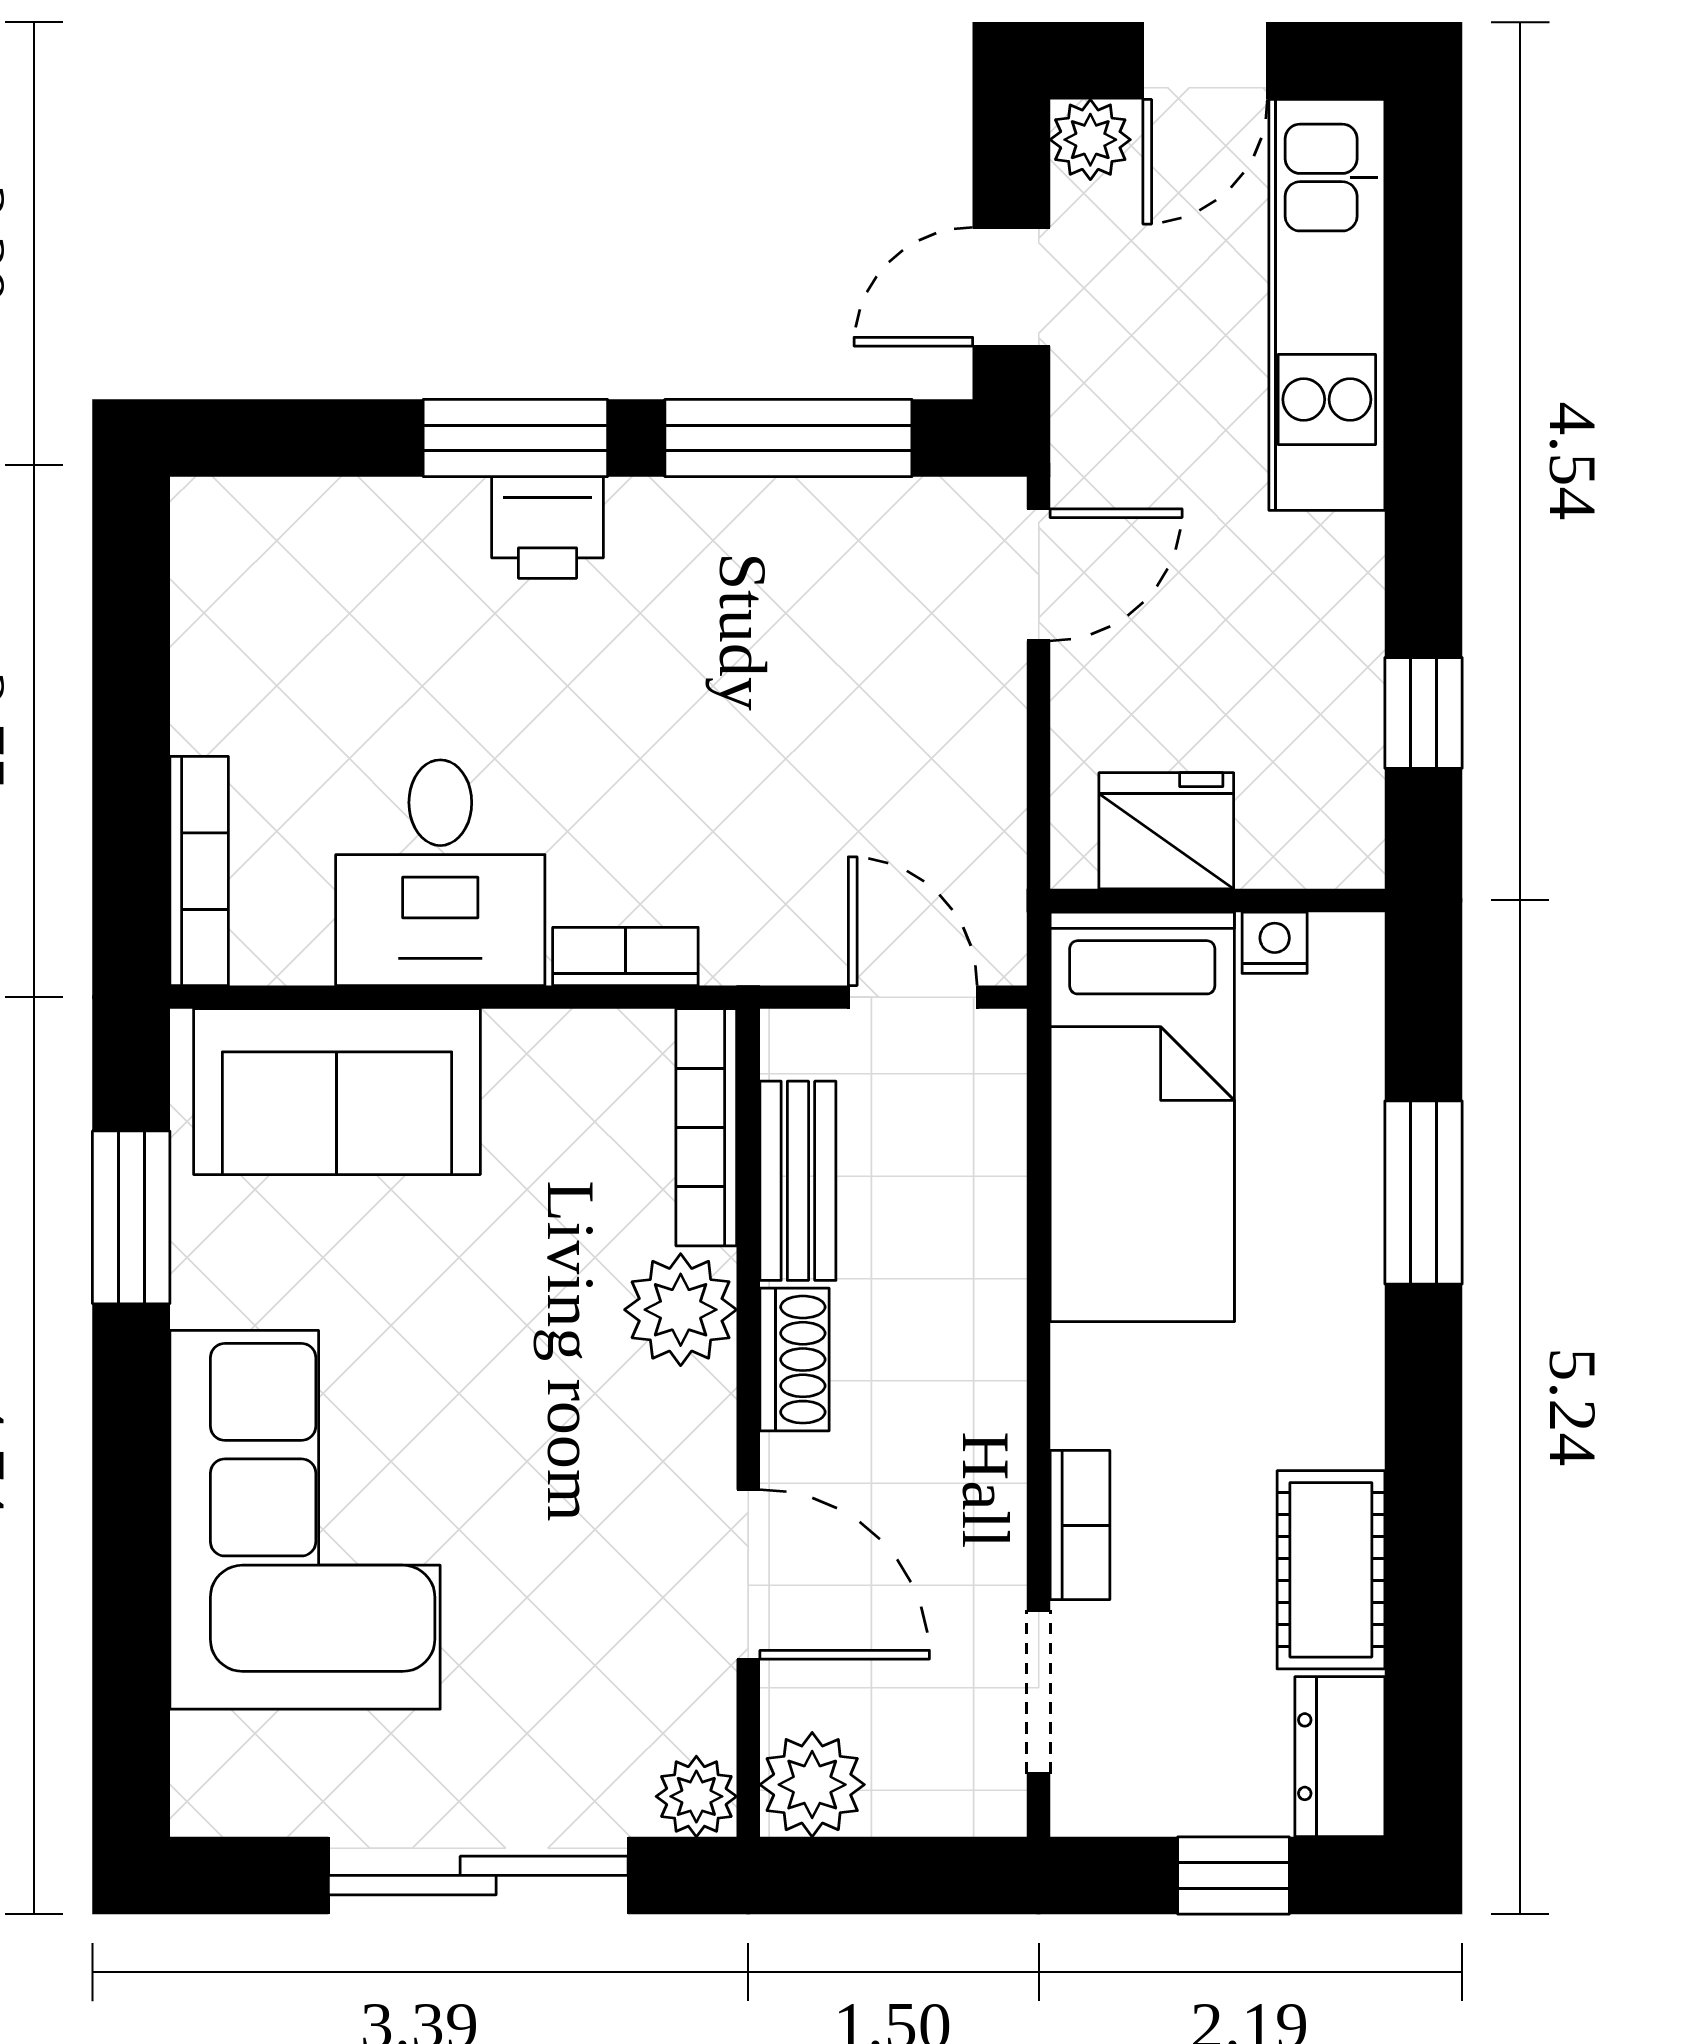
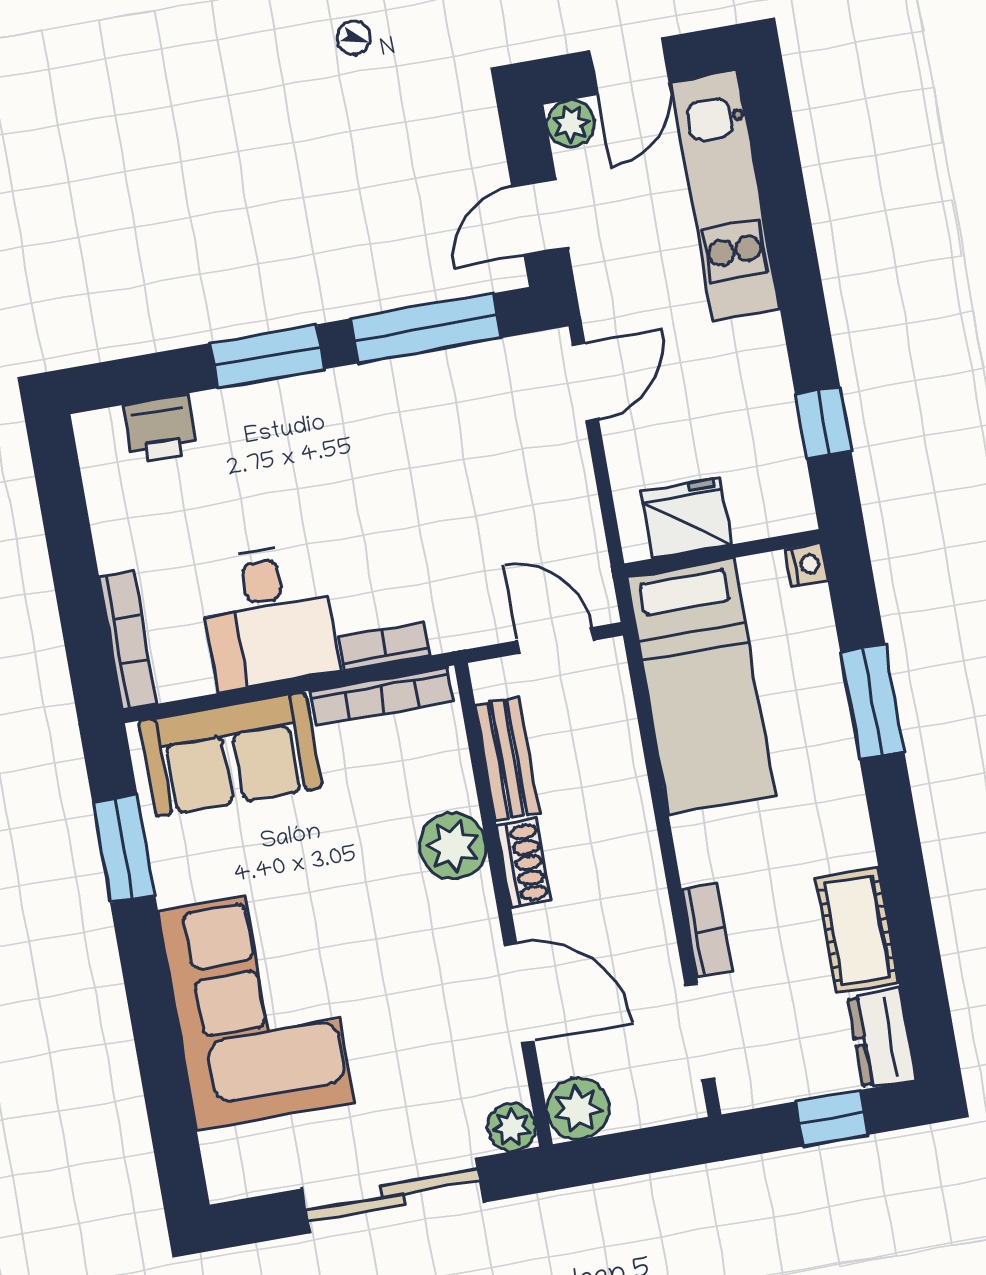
printer: (548, 527) -> (160, 429), moved
nightstand: (1275, 943) -> (807, 565), moved, turned 90
bookcase: (706, 1127) -> (382, 696), moved, turned -90

